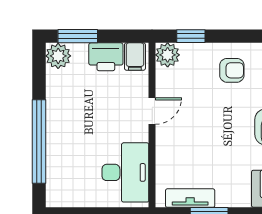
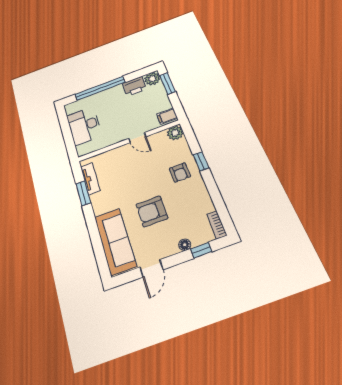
window: (191, 36) -> (201, 161), moved
printer: (106, 57) -> (134, 86), moved, turned -90
desk: (125, 172) -> (84, 126), moved, turned 90

